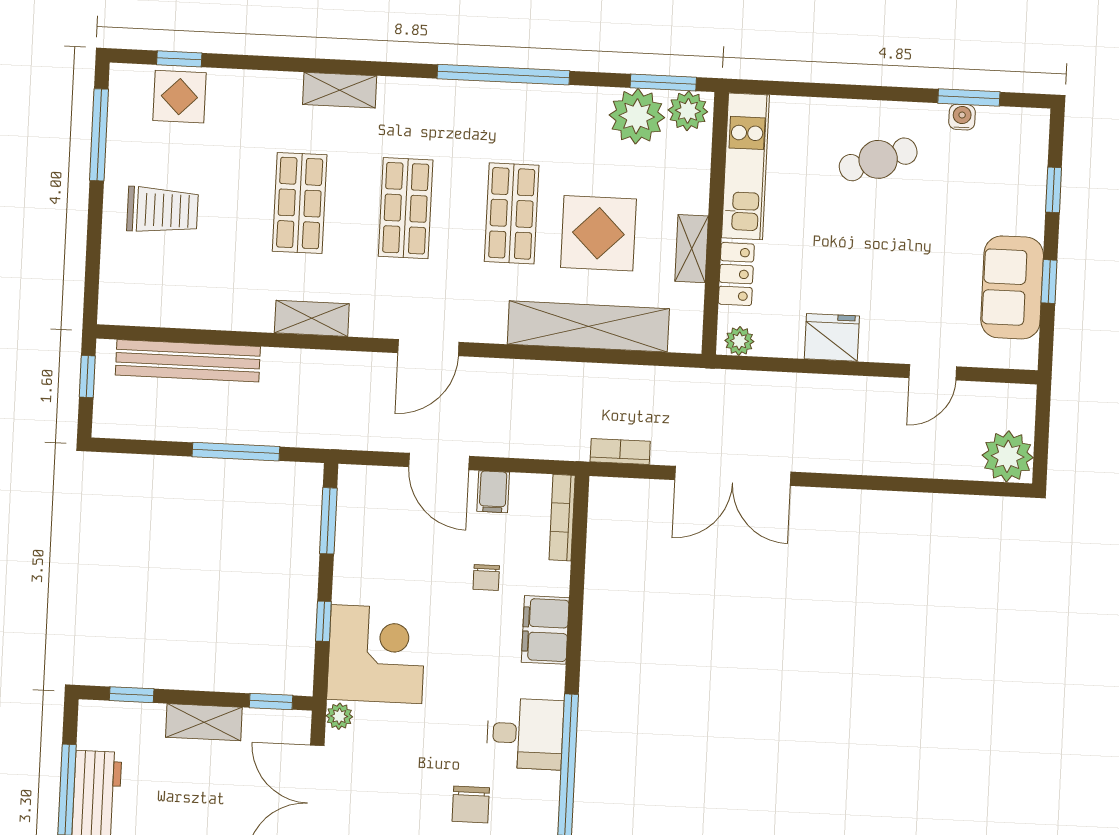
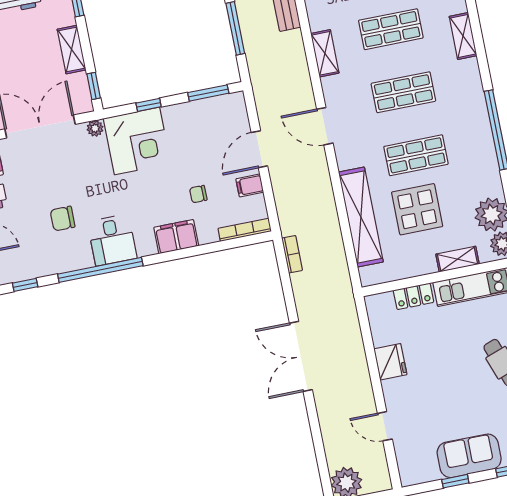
shelving: (692, 249) -> (457, 259), moved
sofa: (1012, 287) -> (469, 456), moved
plant: (739, 341) -> (375, 308), removed
double door: (733, 476) -> (301, 356), moved

